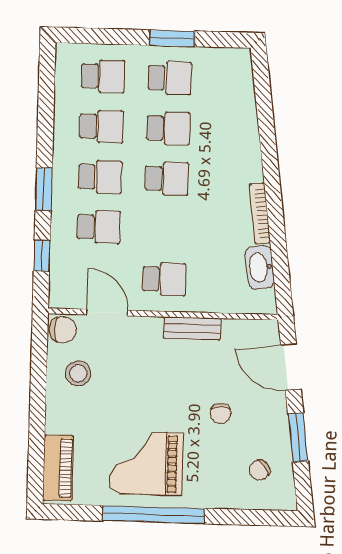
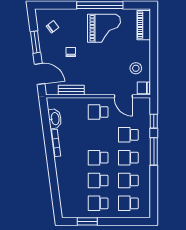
window: (172, 38) -> (87, 221), moved
window: (44, 189) -> (154, 151), width x1.44
bench: (192, 328) -> (71, 90), moved

